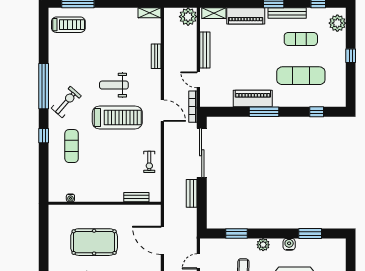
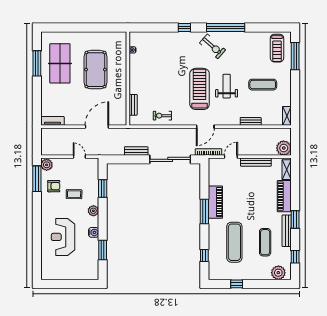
window: (351, 56) -> (237, 284), moved
treadmill: (117, 117) -> (200, 89), turned 180
exercise mat: (72, 146) -> (263, 85), moved

